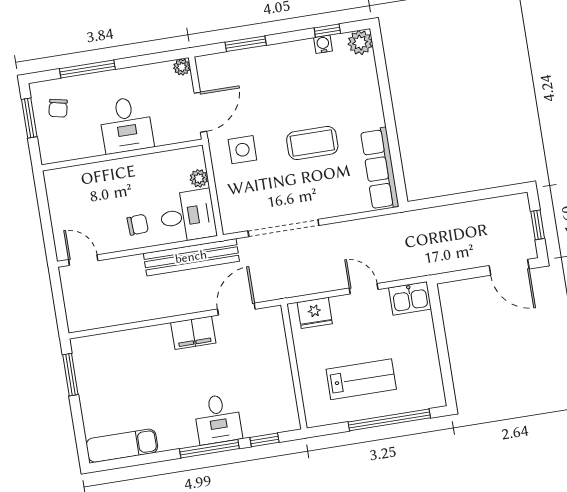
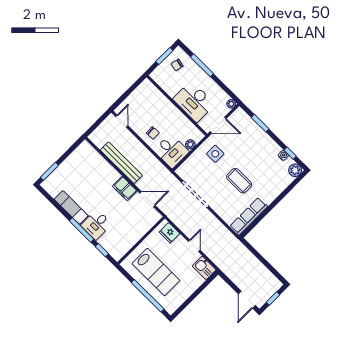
desk: (126, 125) -> (194, 101), width x1.37
bench: (191, 257) -> (121, 163), moved
window: (70, 375) -> (50, 171), moved
lab bench: (361, 379) -> (156, 272), width x1.36, depth x1.39
exam couch: (122, 446) -> (71, 207), moved

